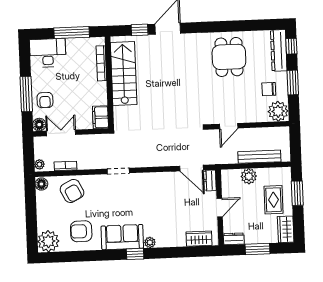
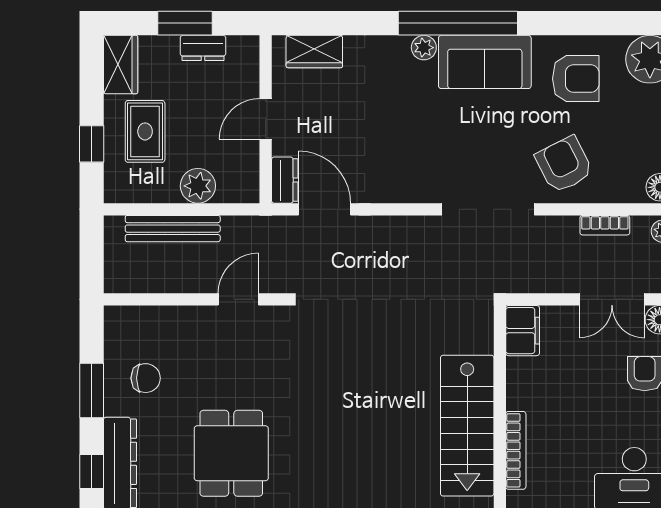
plant: (278, 111) -> (127, 328), removed
doorway: (118, 171) -> (488, 209), width x1.87
armchair: (72, 191) -> (564, 165), moved
window: (297, 193) -> (92, 144), width x0.67
dresser: (234, 239) -> (203, 48), moved
window: (135, 254) -> (458, 23), width x3.17

